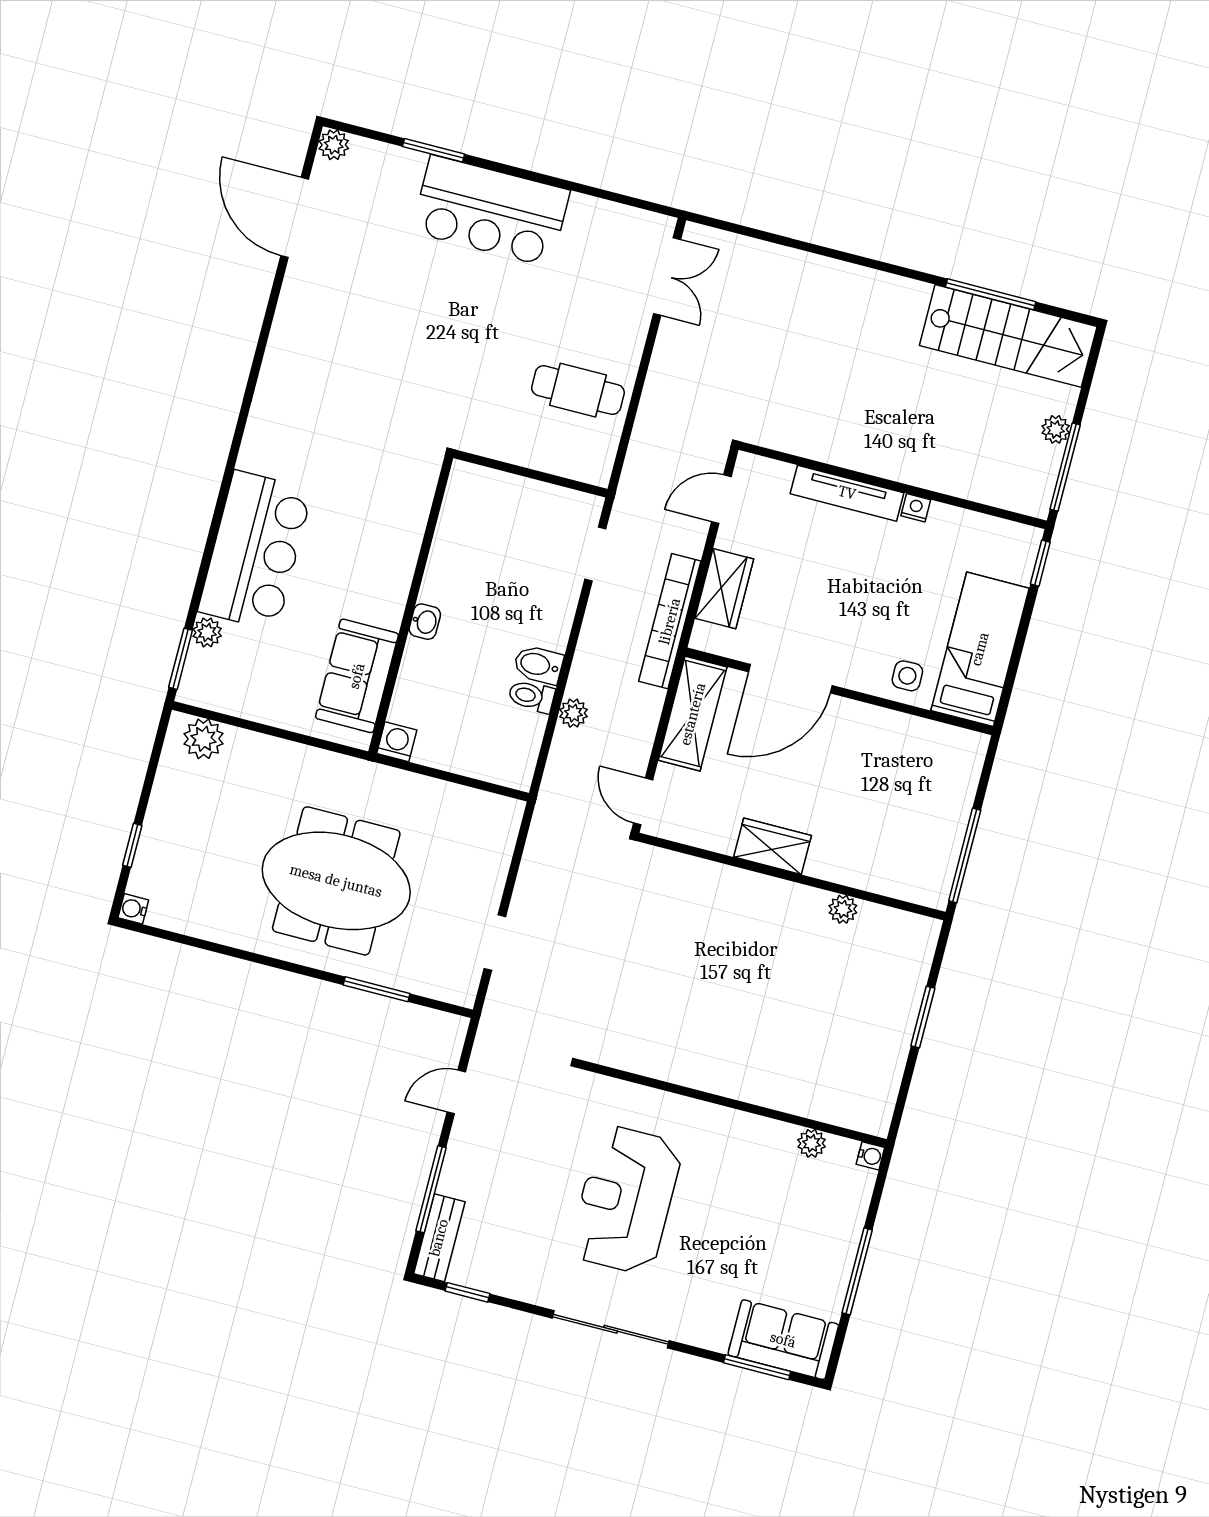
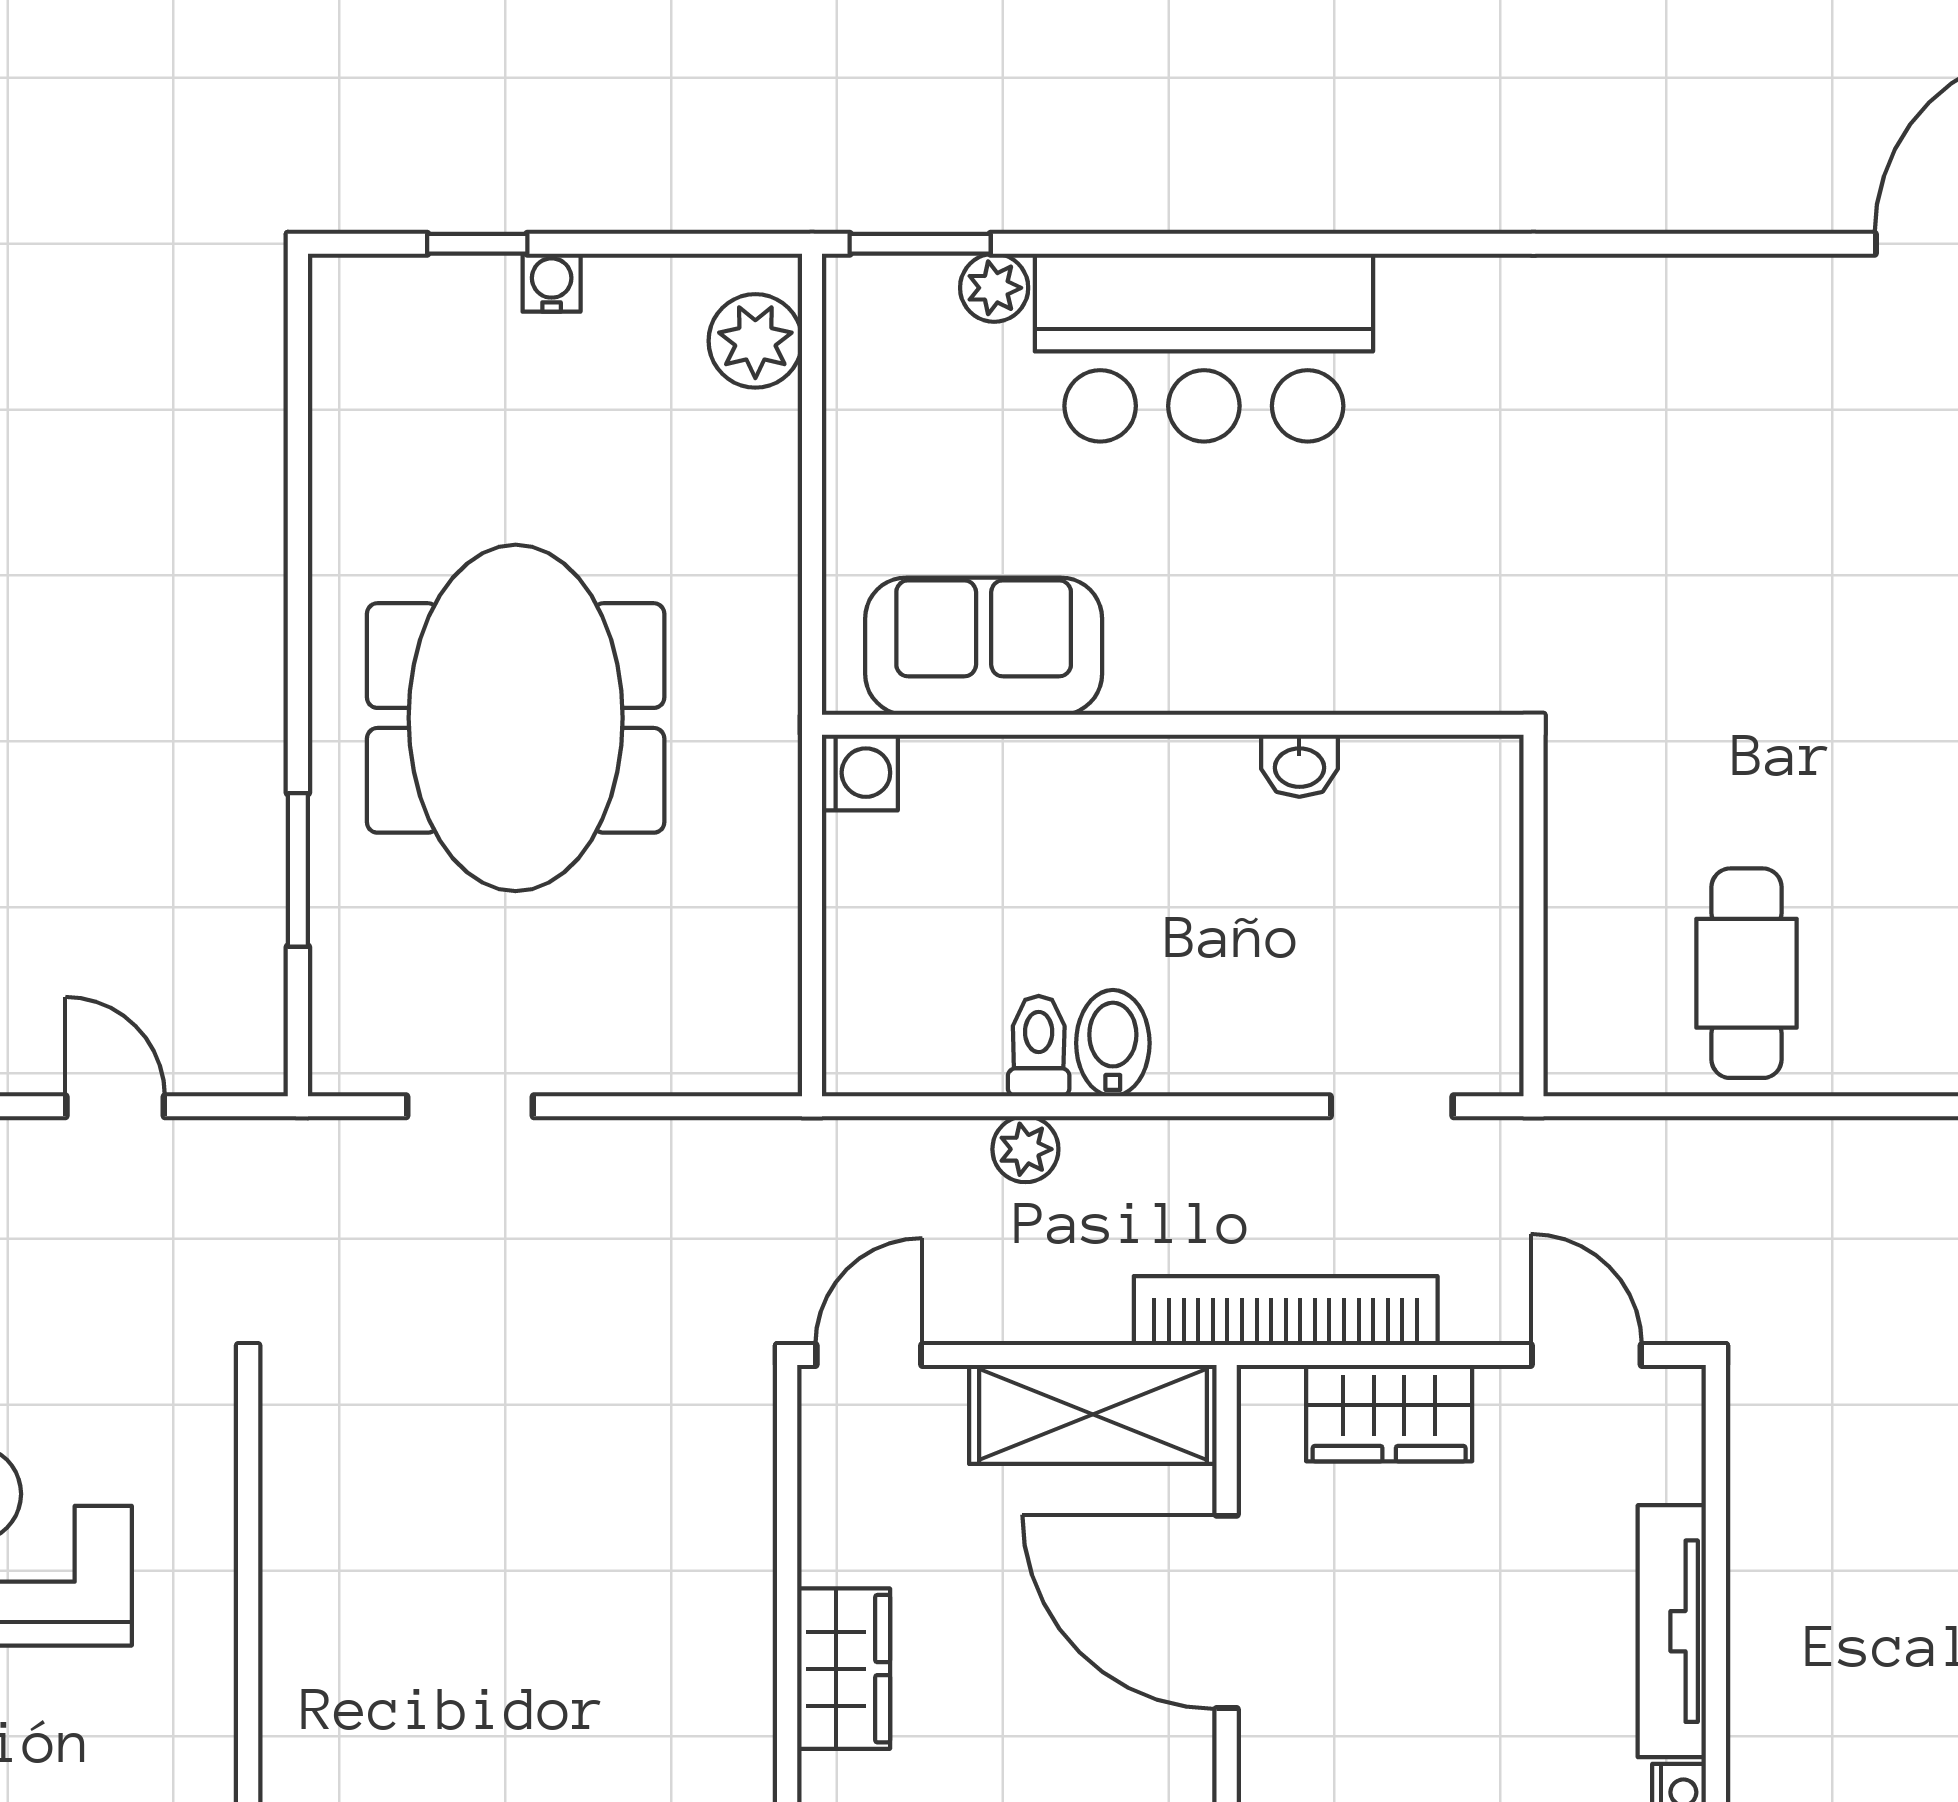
washbasin: (425, 622) -> (1299, 766), moved
water cooler: (133, 909) -> (552, 283), moved

